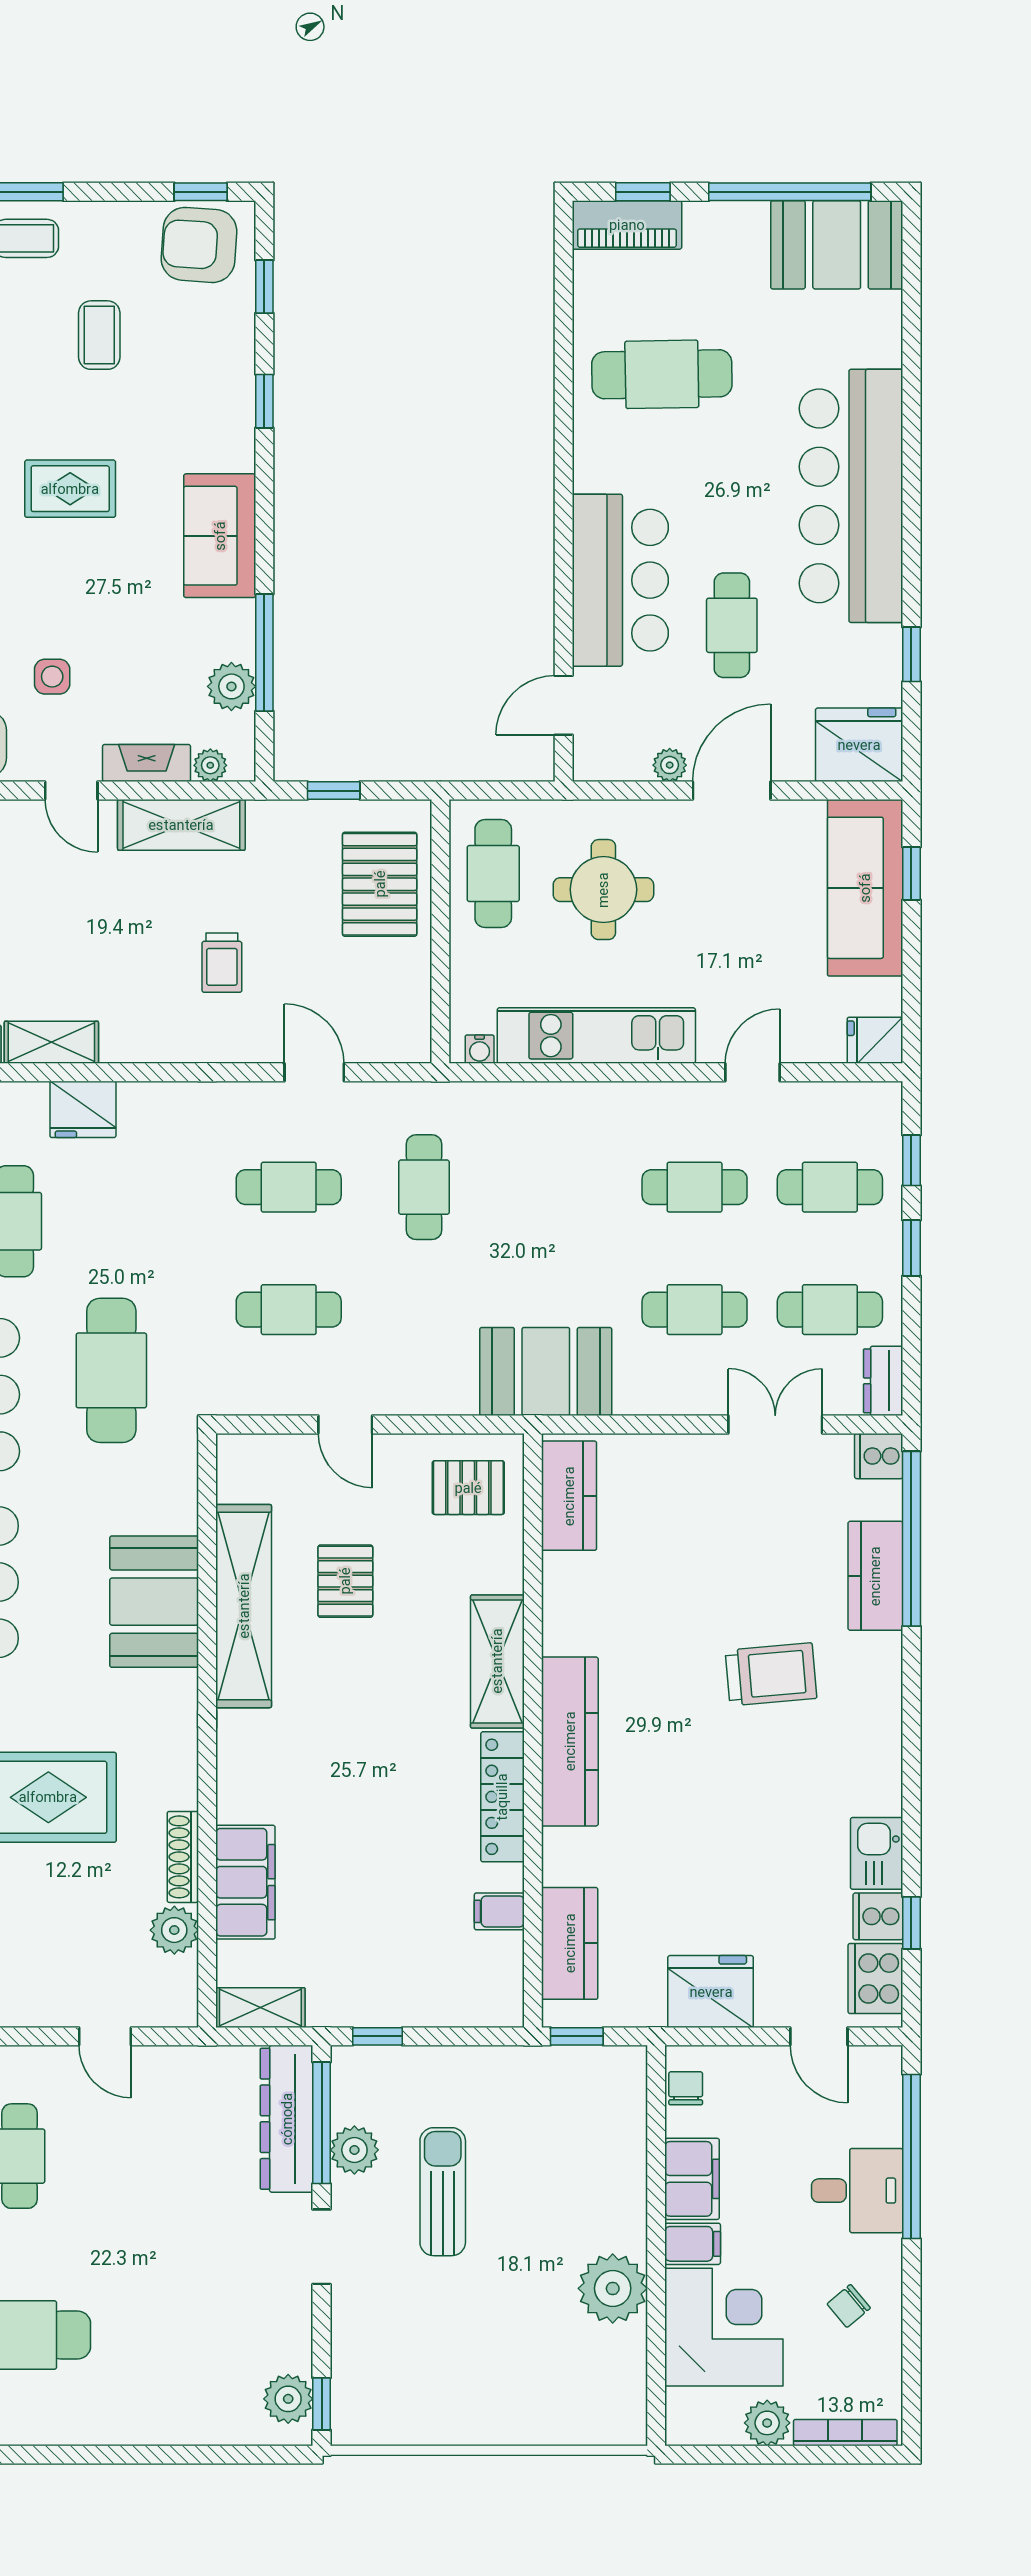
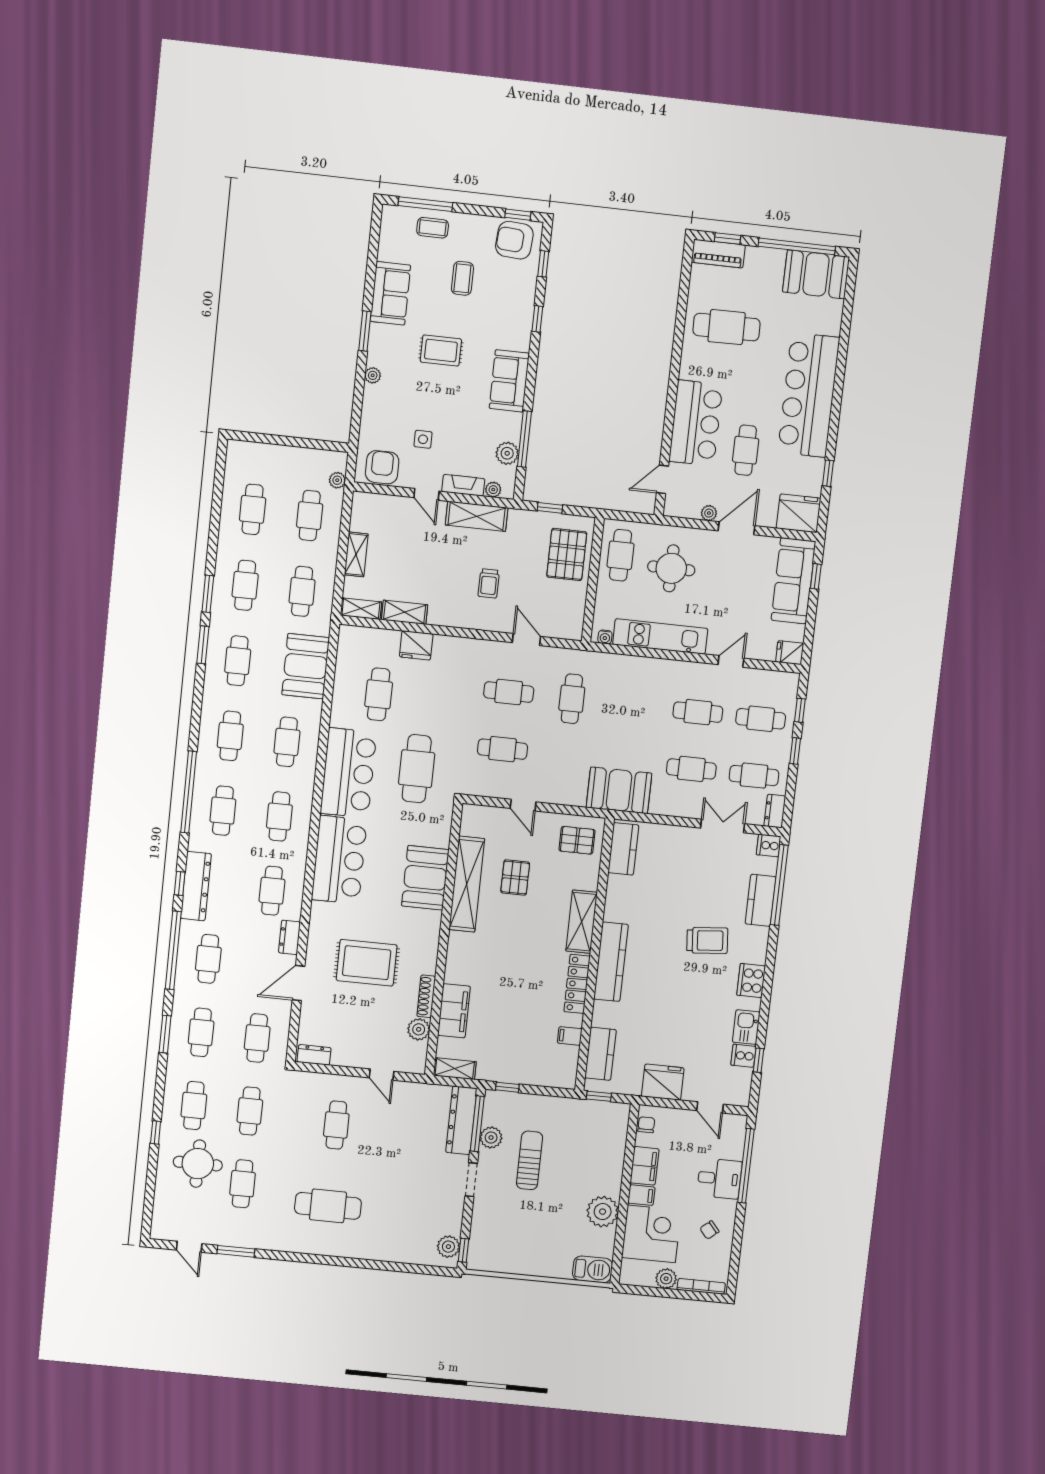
cooker: (875, 1978) -> (751, 980), moved
barbecue: (605, 2418) -> (592, 1269), added

